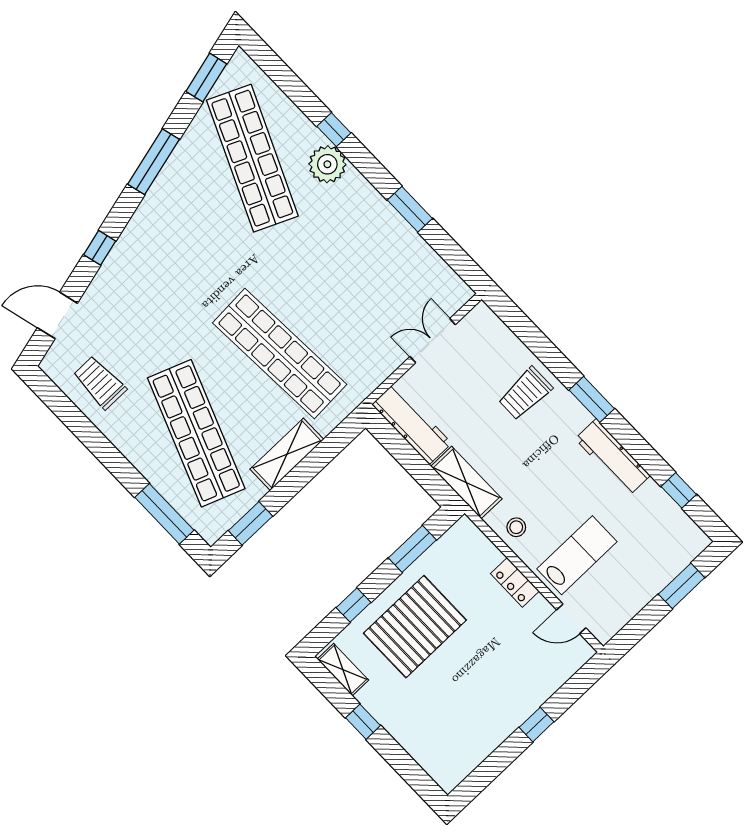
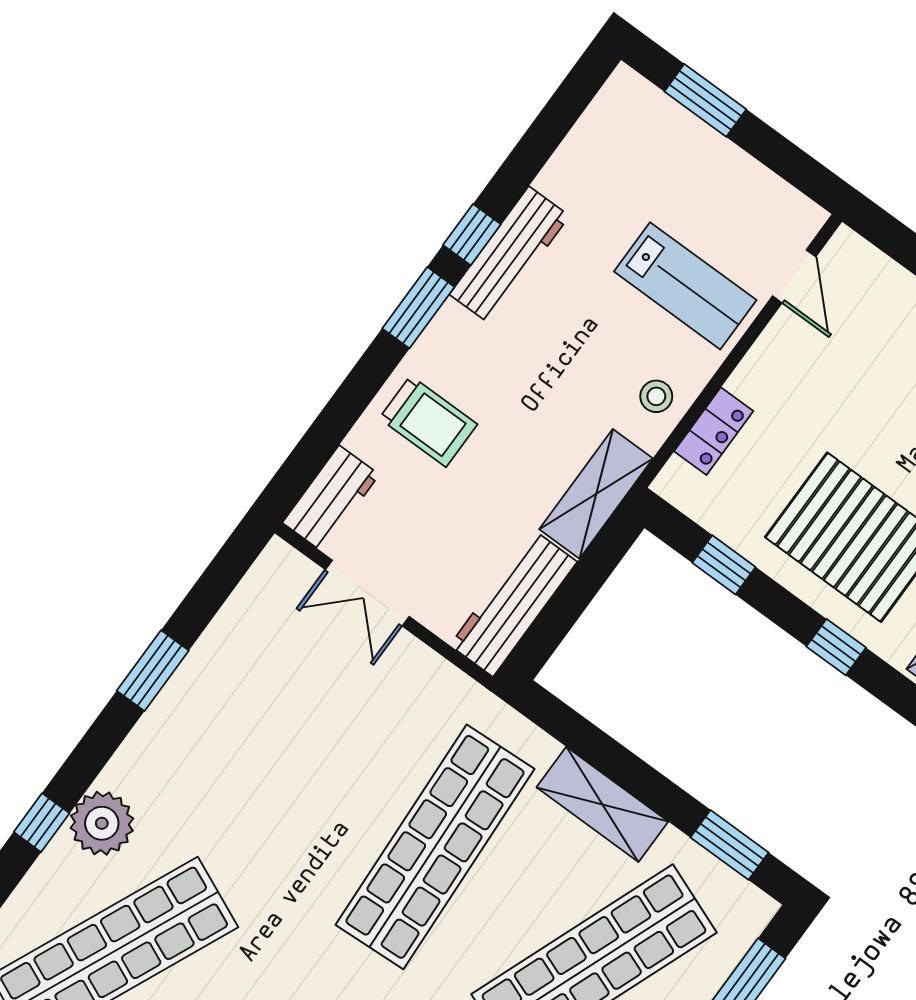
workbench: (491, 329) -> (331, 499), added
window: (679, 490) -> (472, 235), moved
window: (412, 549) -> (724, 565), width x0.67
lab bench: (577, 555) -> (685, 286), turned 180
locker: (515, 582) -> (714, 431), moved

